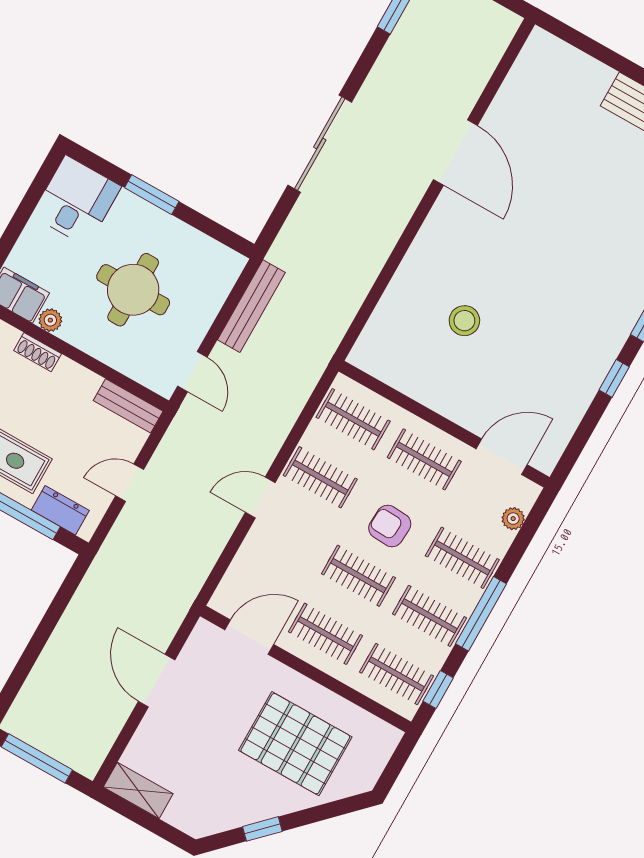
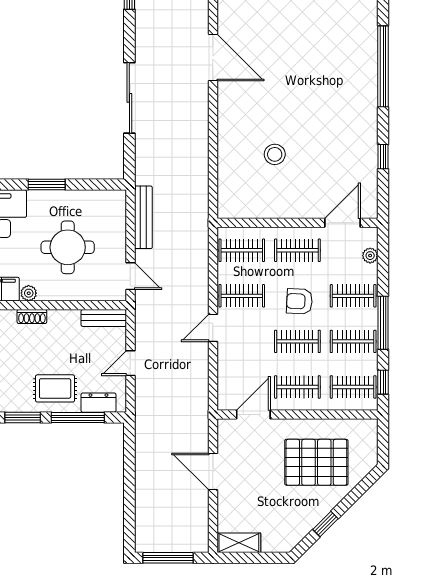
window: (614, 378) -> (383, 157), moved

